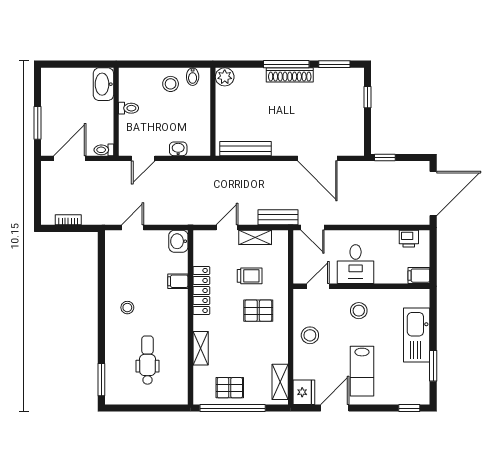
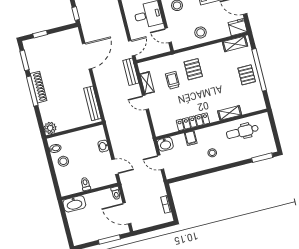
washbasin: (178, 241) -> (165, 144), moved
filing cabinet: (178, 281) -> (191, 138), moved
locker: (201, 290) -> (193, 122), moved
wall: (190, 317) -> (212, 124), moved
shelving: (201, 348) -> (230, 113), moved

